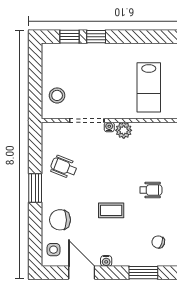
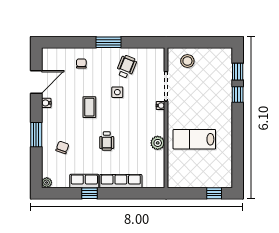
plant: (124, 130) -> (158, 143), moved
chair: (60, 220) -> (81, 64), width x0.54, depth x0.54
side table: (53, 250) -> (117, 92), moved

